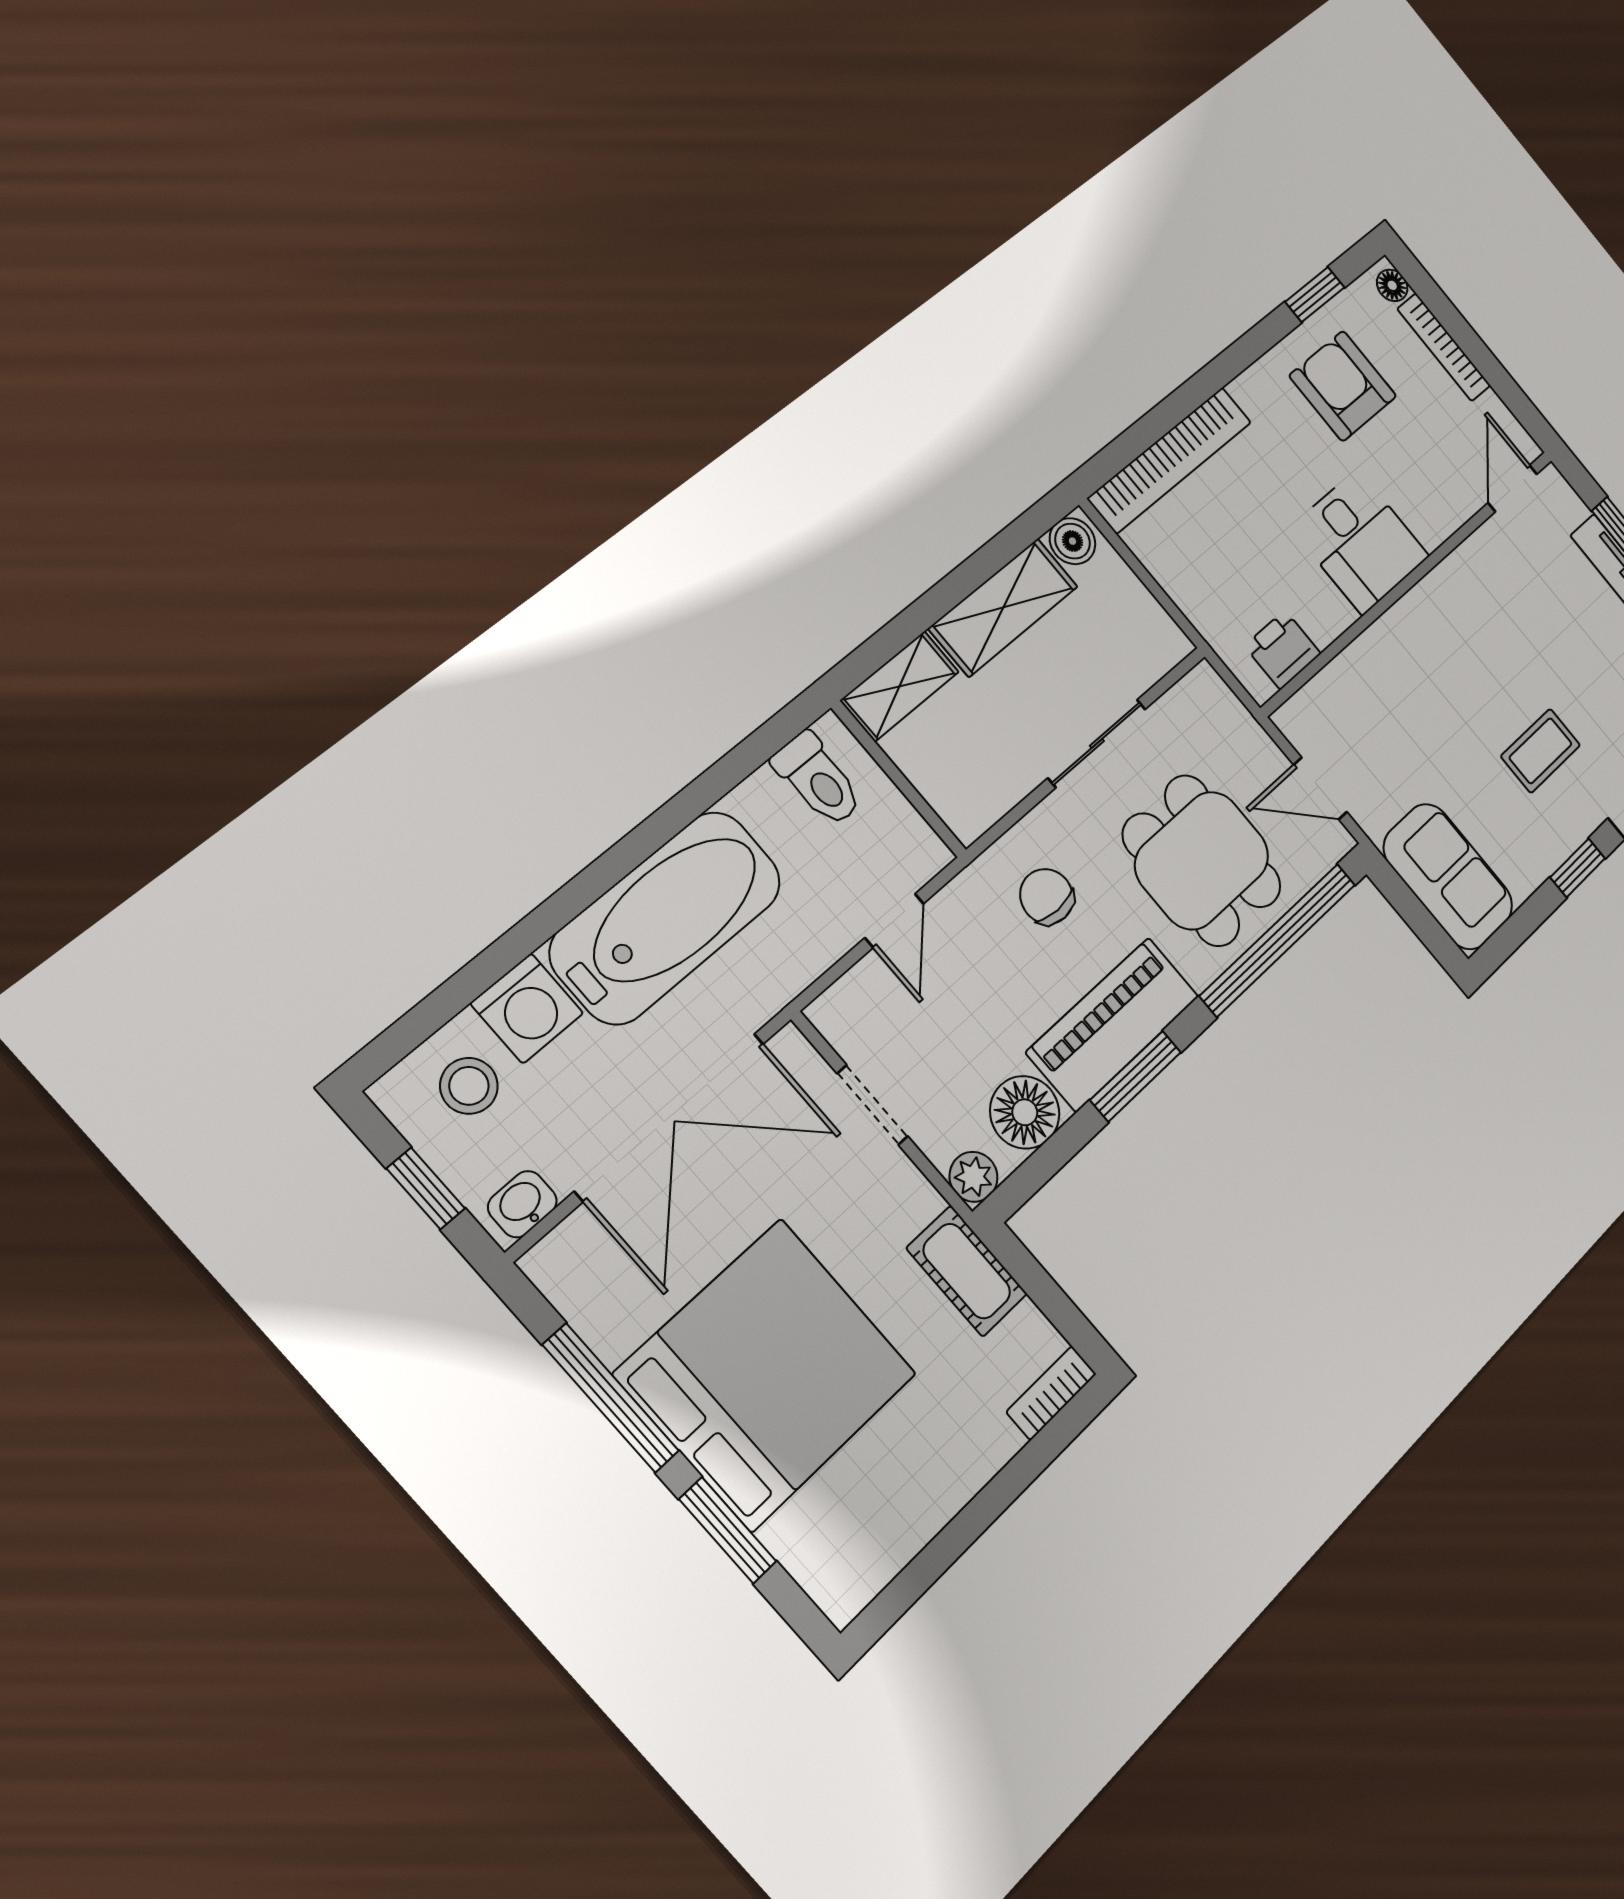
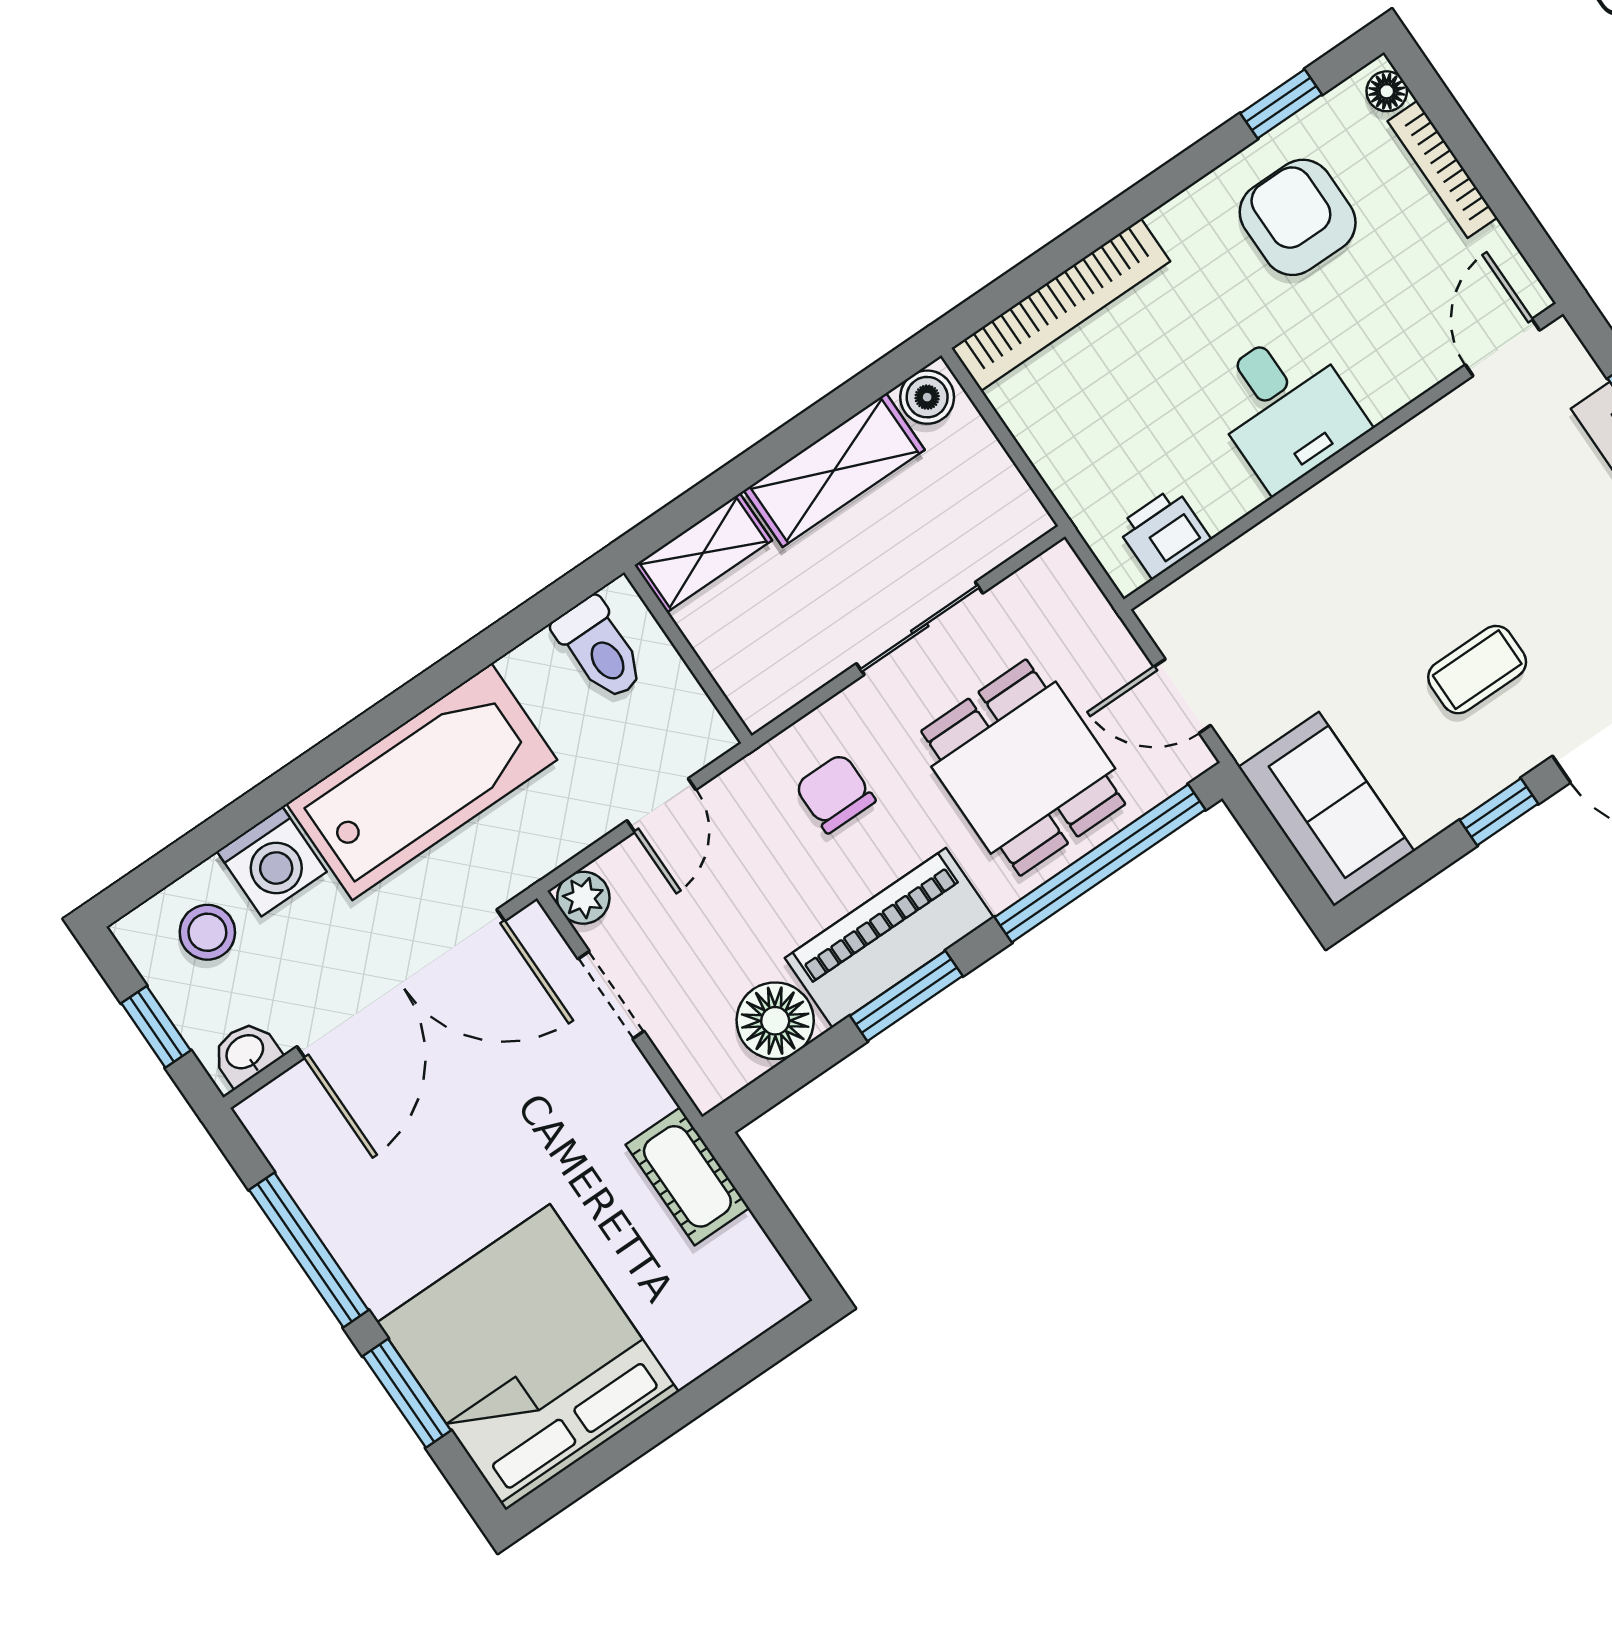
plant: (973, 1177) -> (583, 898), moved
bed: (767, 1374) -> (528, 1357), moved, turned -90
bookcase: (1051, 1393) -> (760, 1312), removed

